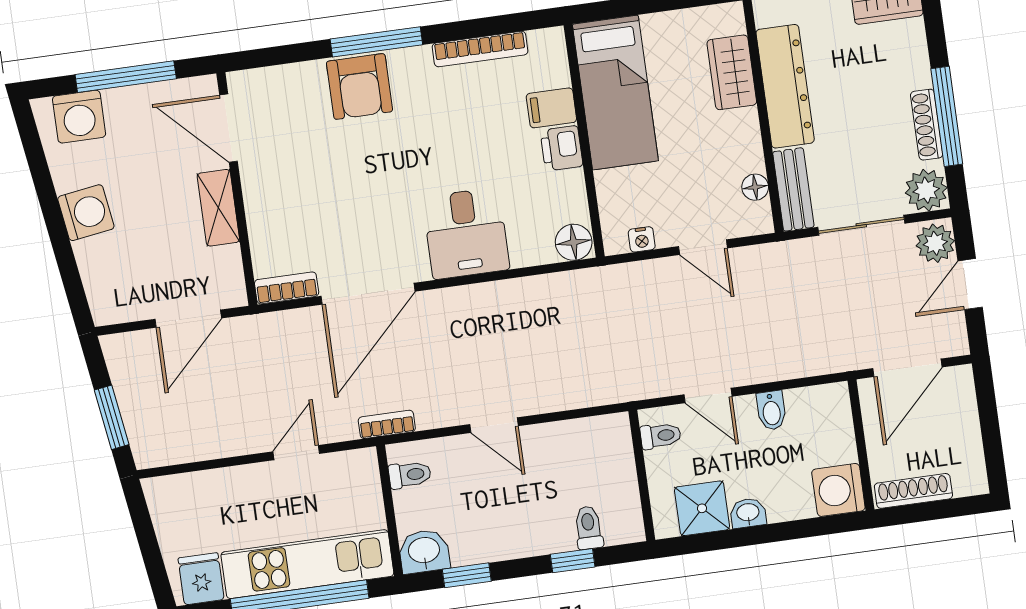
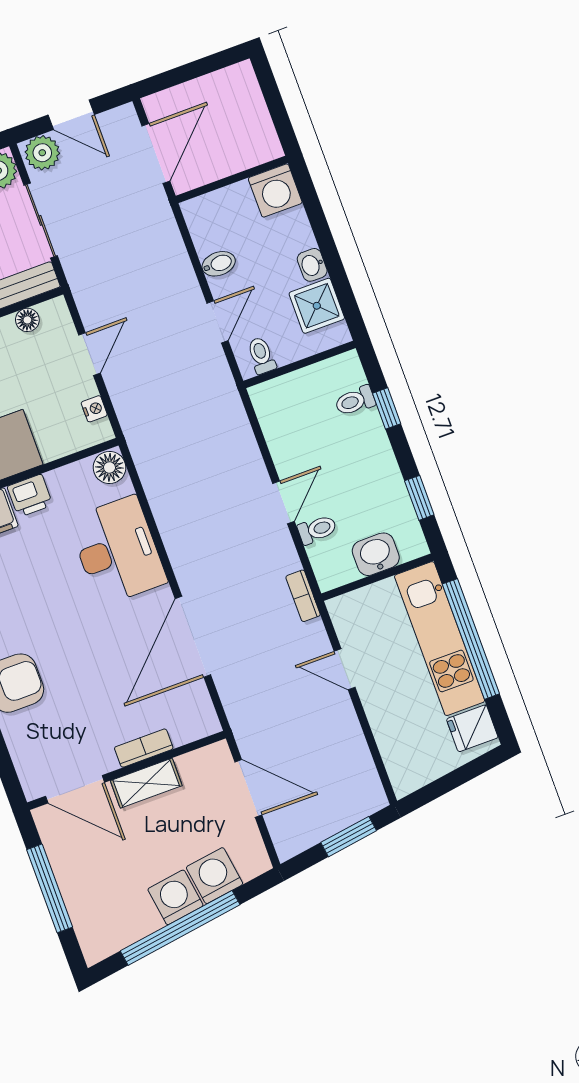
washing machine: (79, 117) -> (215, 876), moved, turned -98
door: (229, 128) -> (75, 789), hinge flipped
window: (51, 211) -> (180, 928), added
desk: (466, 233) -> (117, 551), width x1.37
bookcase: (287, 288) -> (144, 748), moved, turned 90
door: (368, 294) -> (193, 637), swing flipped
door: (907, 368) -> (156, 153), hinge flipped
toilet: (410, 475) -> (317, 529), moved, turned 90
shoe rack: (913, 491) -> (262, 125), removed
washbasin: (424, 551) -> (376, 554), moved, turned 90

